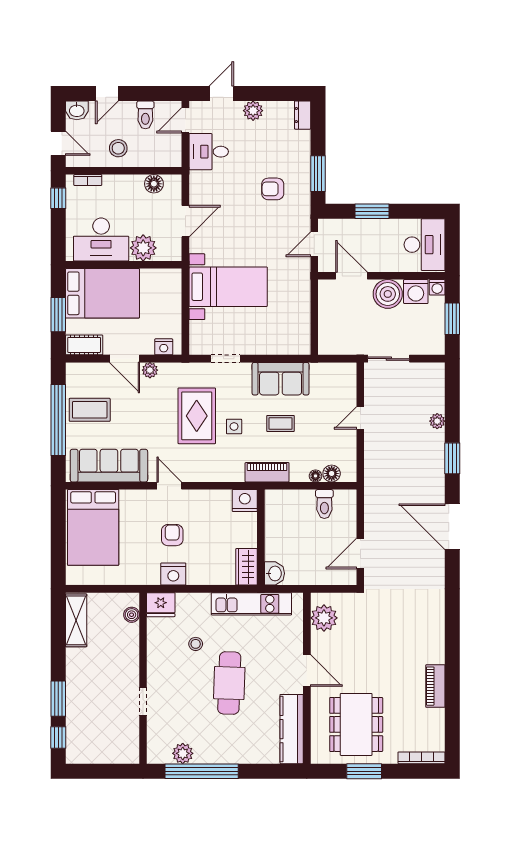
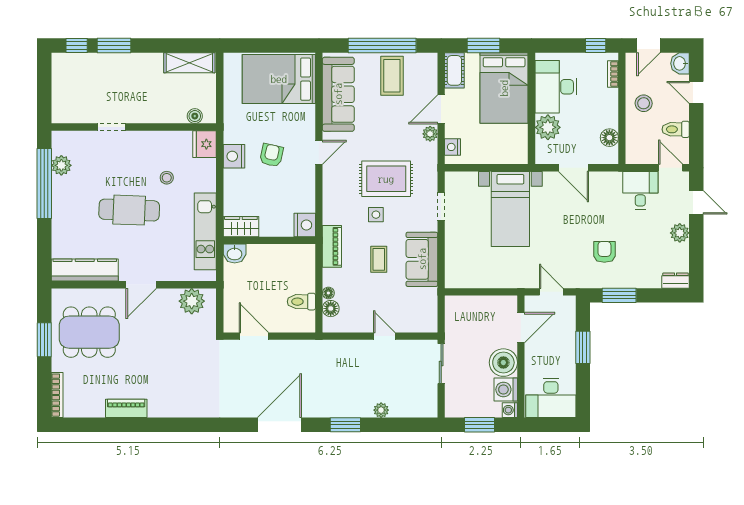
armchair: (172, 535) -> (271, 155), turned -78

